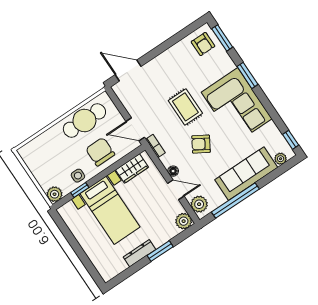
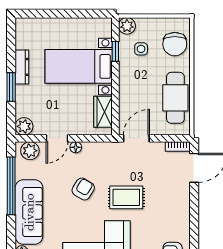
bookcase: (155, 146) -> (178, 147), moved
chair: (100, 152) -> (175, 44), moved, turned 90
side table: (78, 176) -> (141, 49), moved

